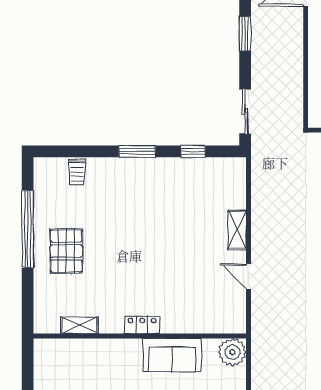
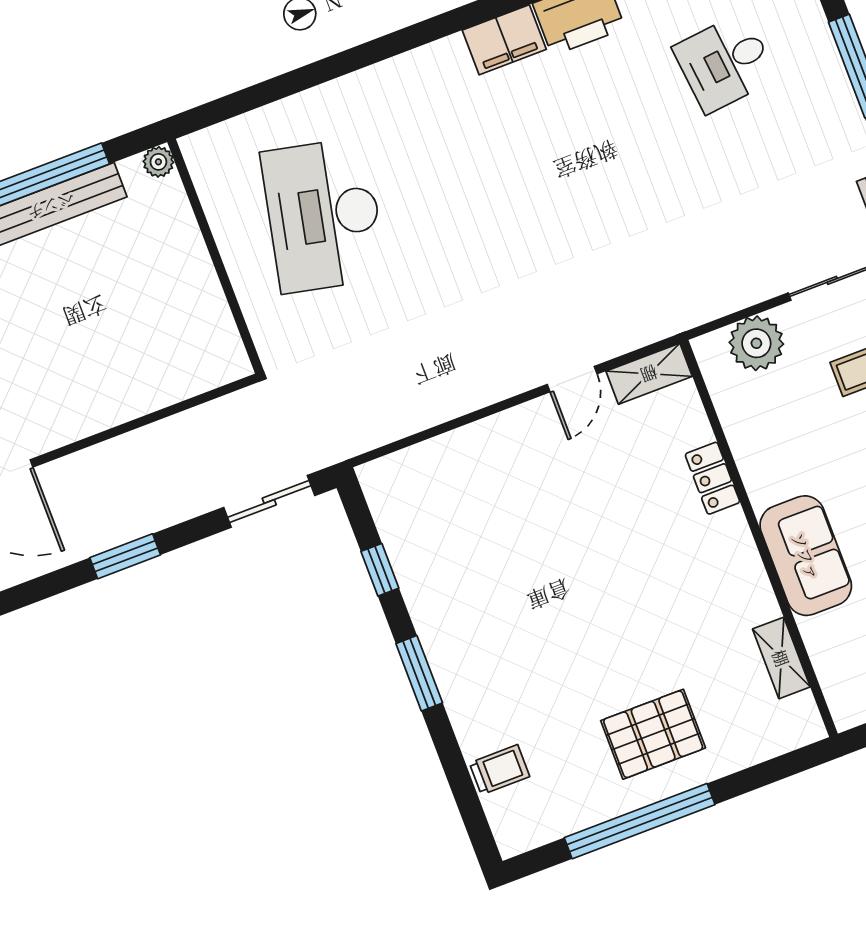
shelving: (237, 230) -> (649, 374), moved
locker: (142, 325) -> (712, 478), moved
plant: (232, 352) -> (756, 343), moved
sofa: (172, 355) -> (806, 556), moved

